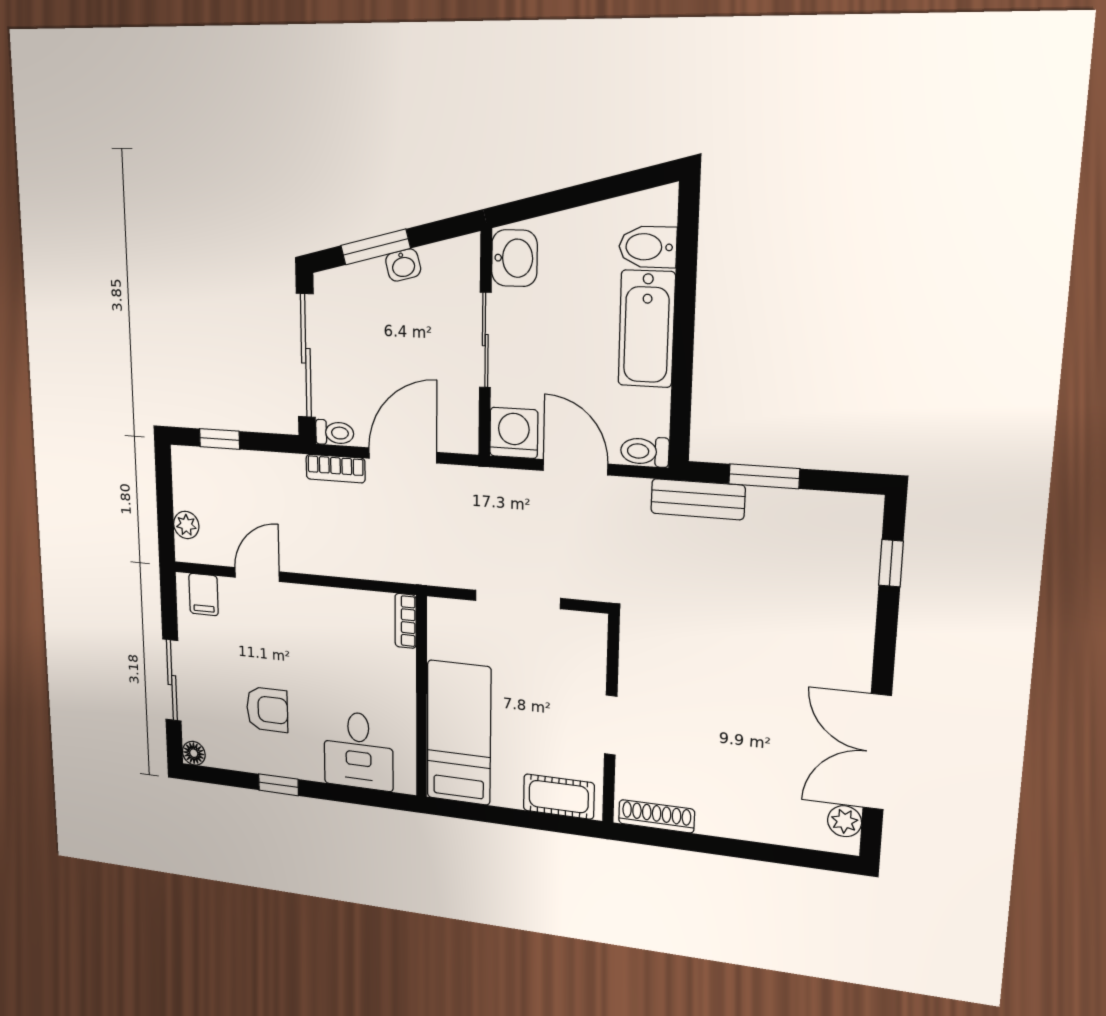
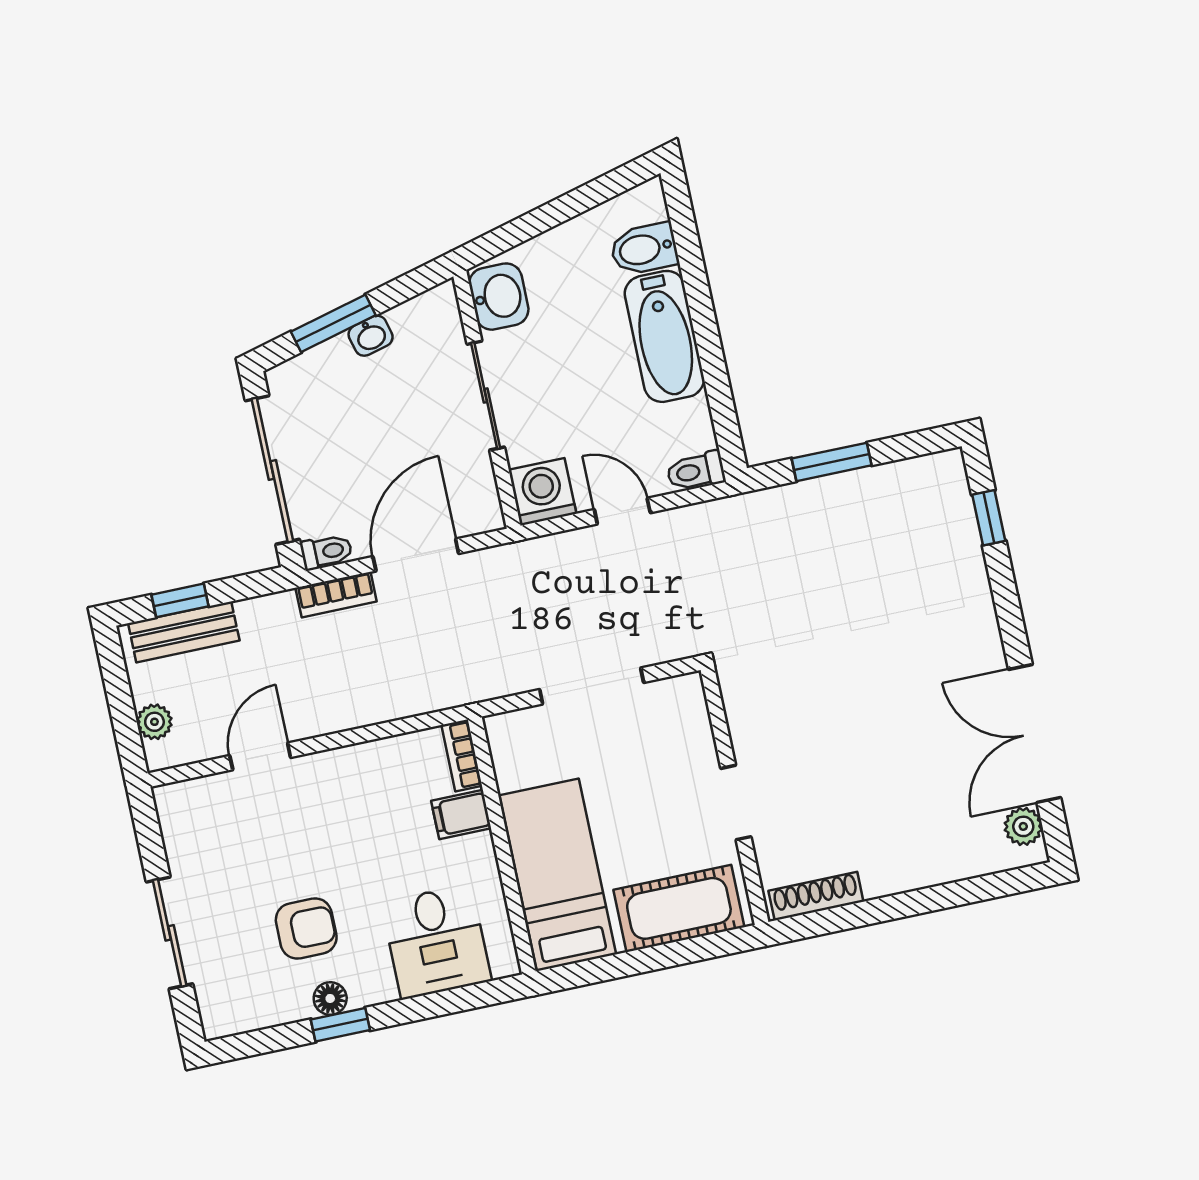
door: (575, 467) -> (622, 511), width x0.73
bench: (698, 499) -> (184, 632), moved
filing cabinet: (204, 595) -> (461, 814), moved, turned 90
floor lamp: (194, 753) -> (330, 998), moved
cot: (559, 797) -> (679, 908), width x1.37, depth x1.34

